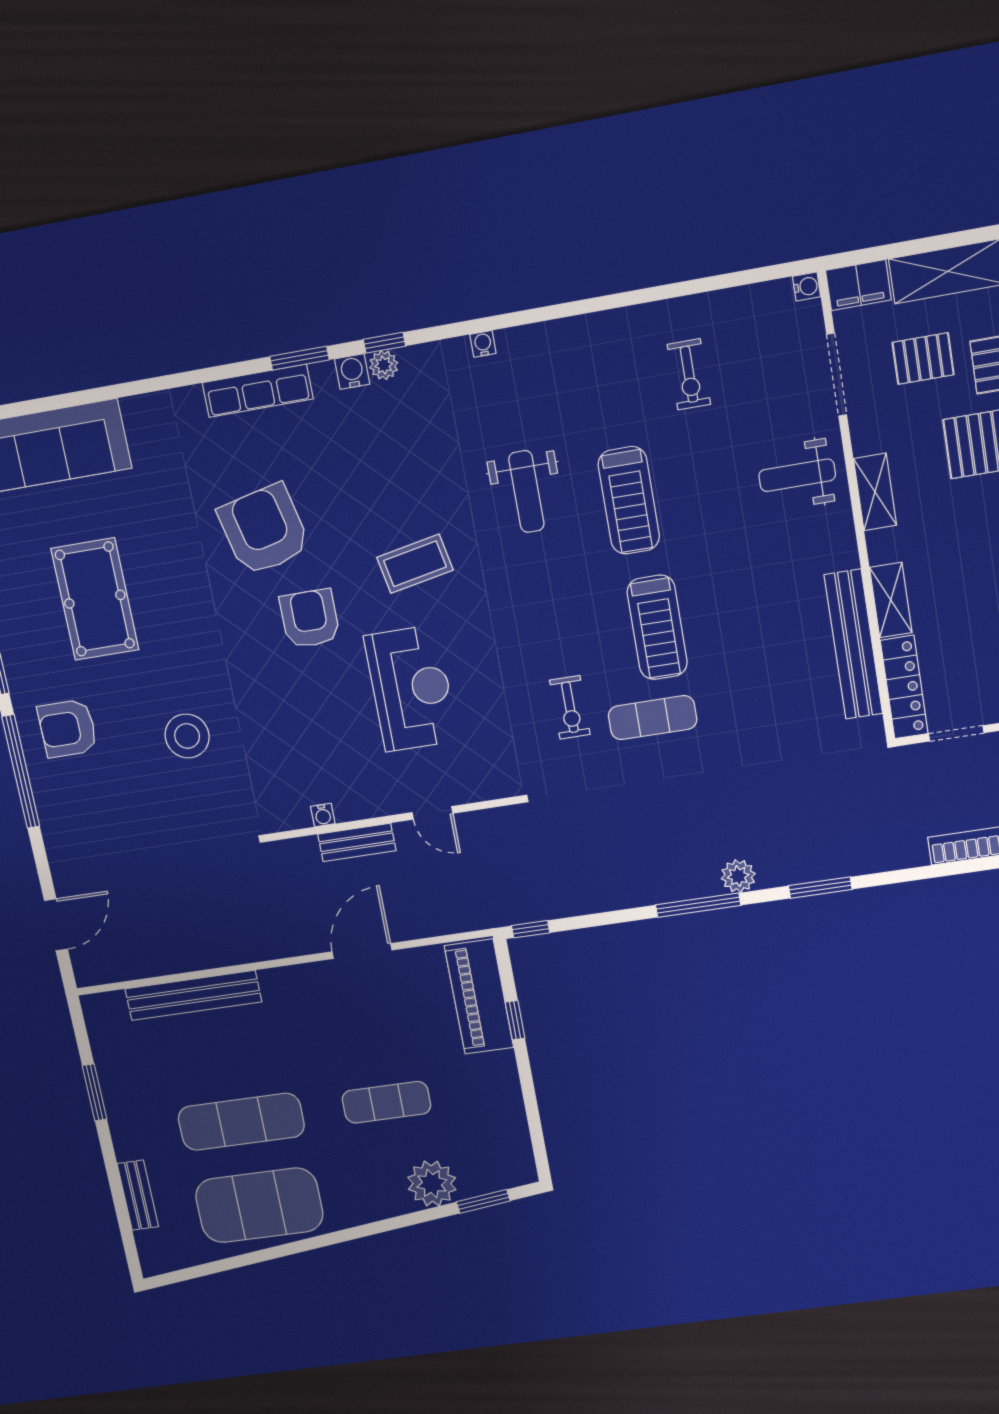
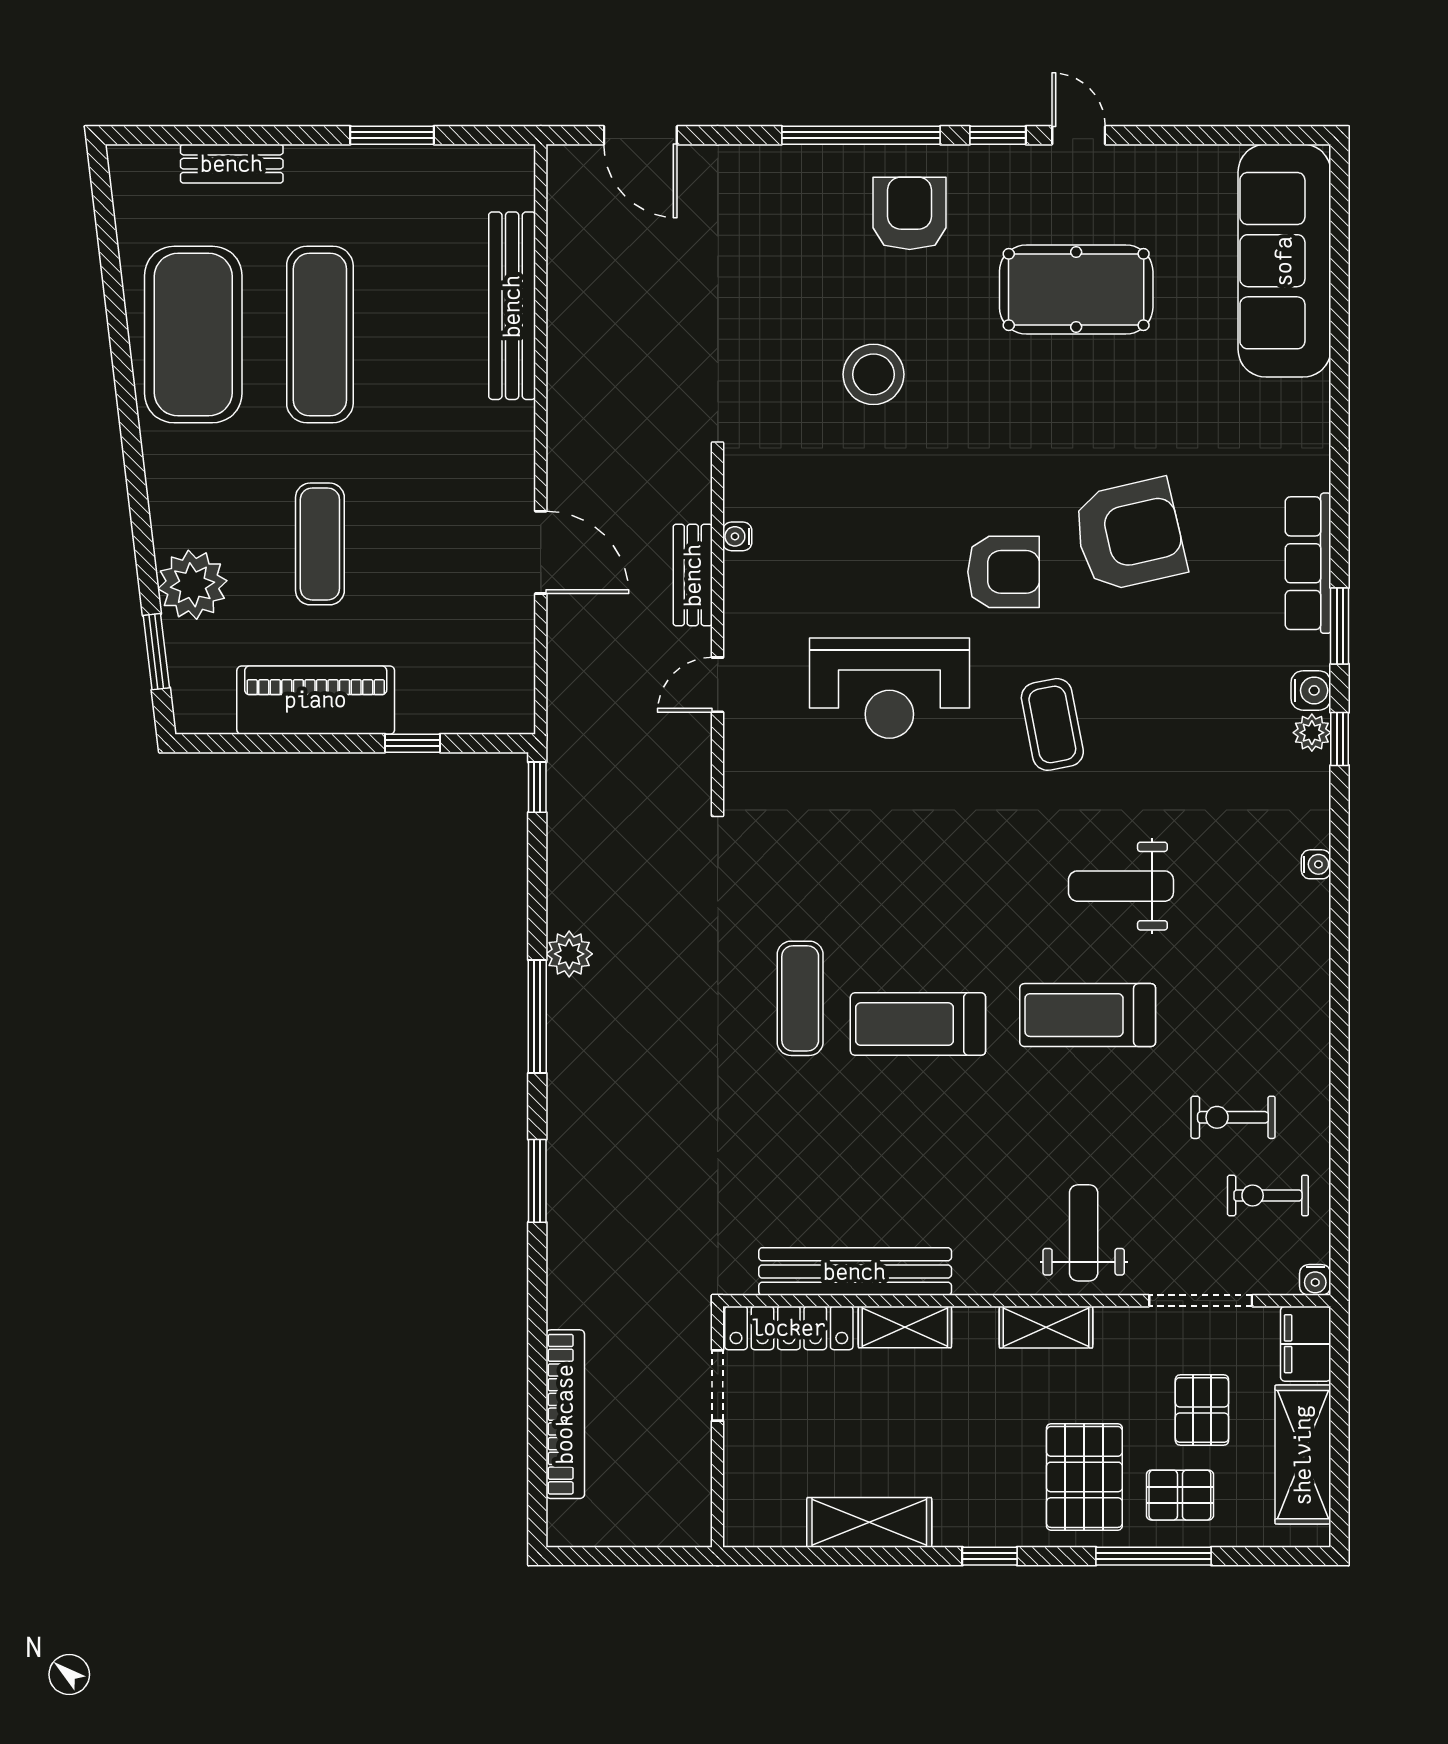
exercise bike: (570, 707) -> (1268, 1195), moved
plant: (738, 876) -> (569, 954), moved
piano: (479, 997) -> (316, 700), moved

